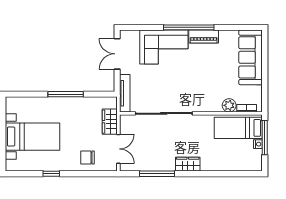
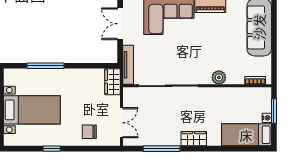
window: (66, 94) -> (46, 66), moved
plant: (229, 105) -> (219, 77), moved
wardrobe: (110, 122) -> (112, 82), moved
bed: (238, 128) -> (246, 135), moved
window: (265, 138) -> (274, 111), width x0.69

